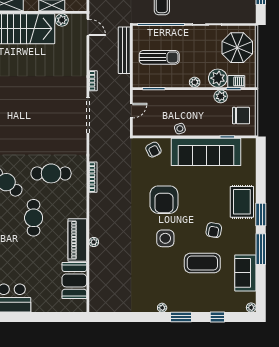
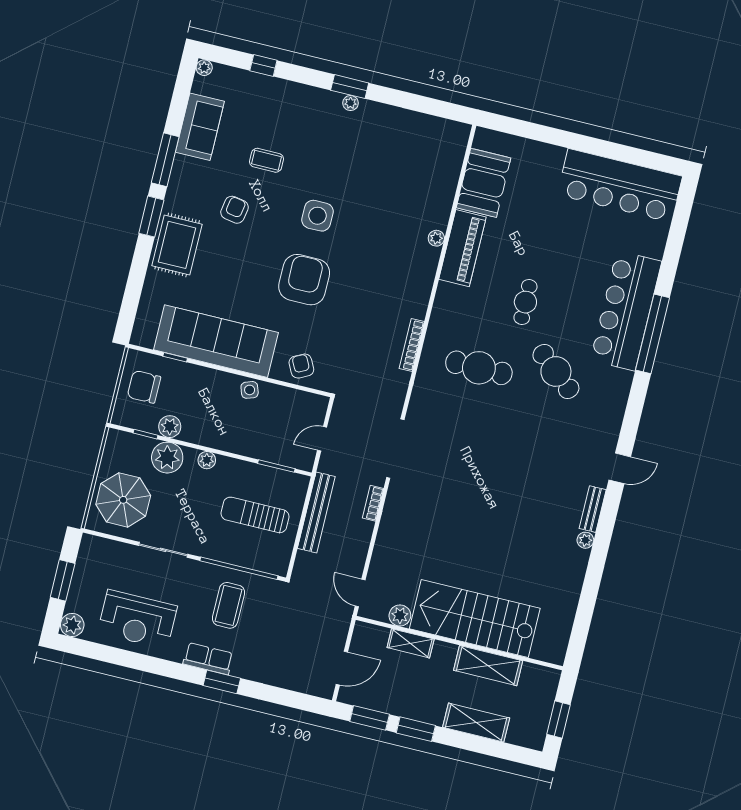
bench: (124, 50) -> (316, 512), moved
barbecue: (236, 81) -> (138, 445), removed
cafe table: (34, 218) -> (525, 302), width x0.73, depth x0.74
coffee table: (202, 263) -> (267, 160), width x0.54, depth x0.58
window: (181, 317) -> (350, 87), moved

